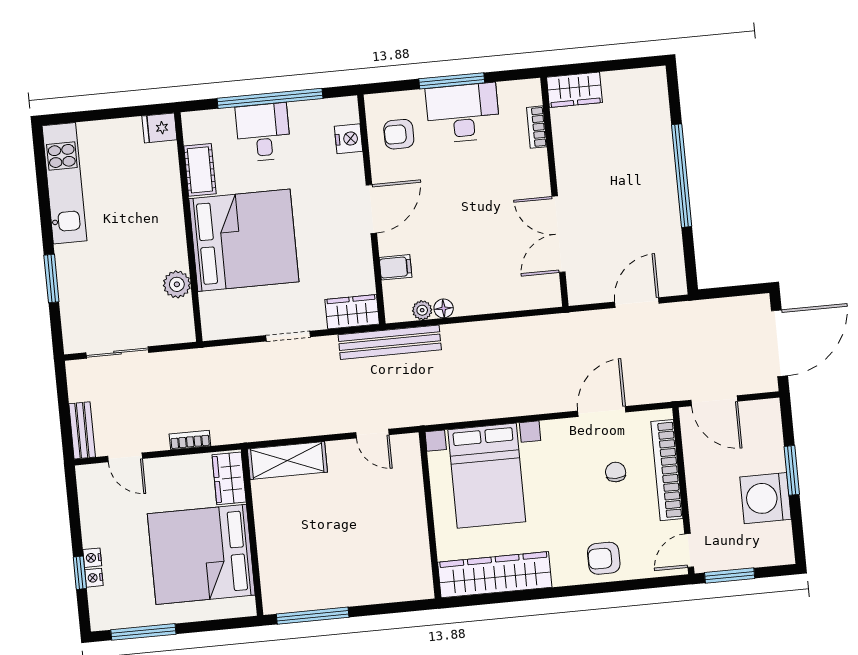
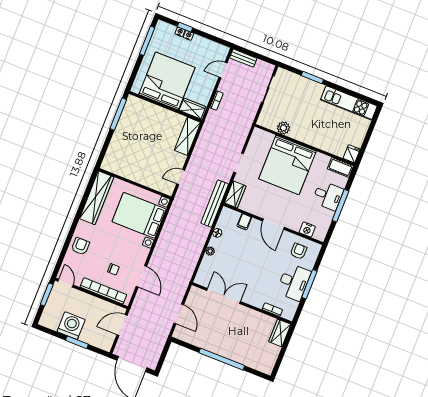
window: (270, 98) -> (340, 206), width x0.68
cot: (200, 170) -> (340, 167), moved
plant: (422, 310) -> (210, 251), moved

